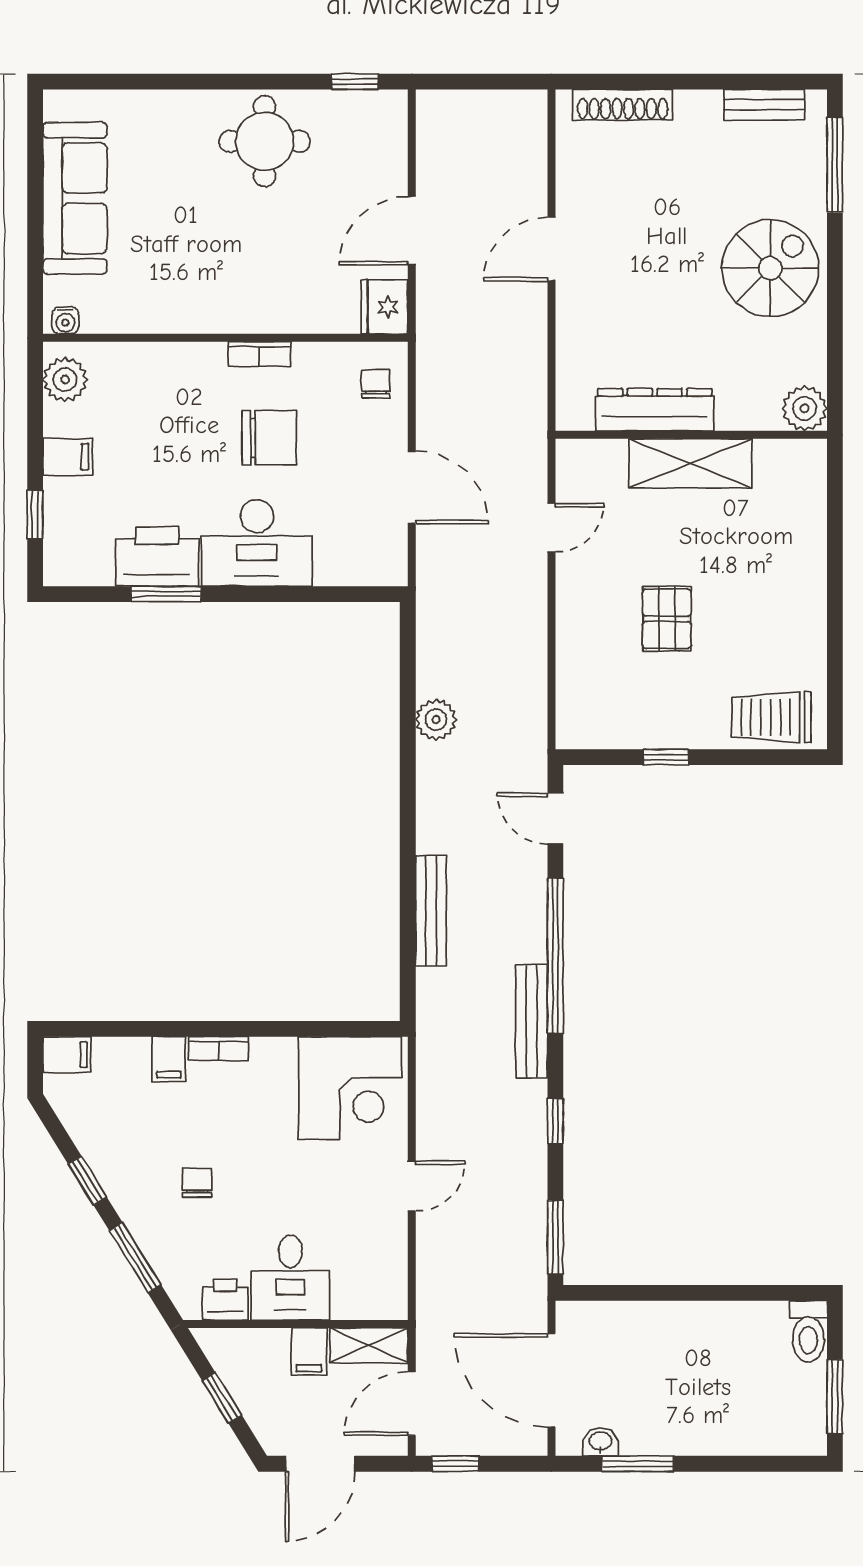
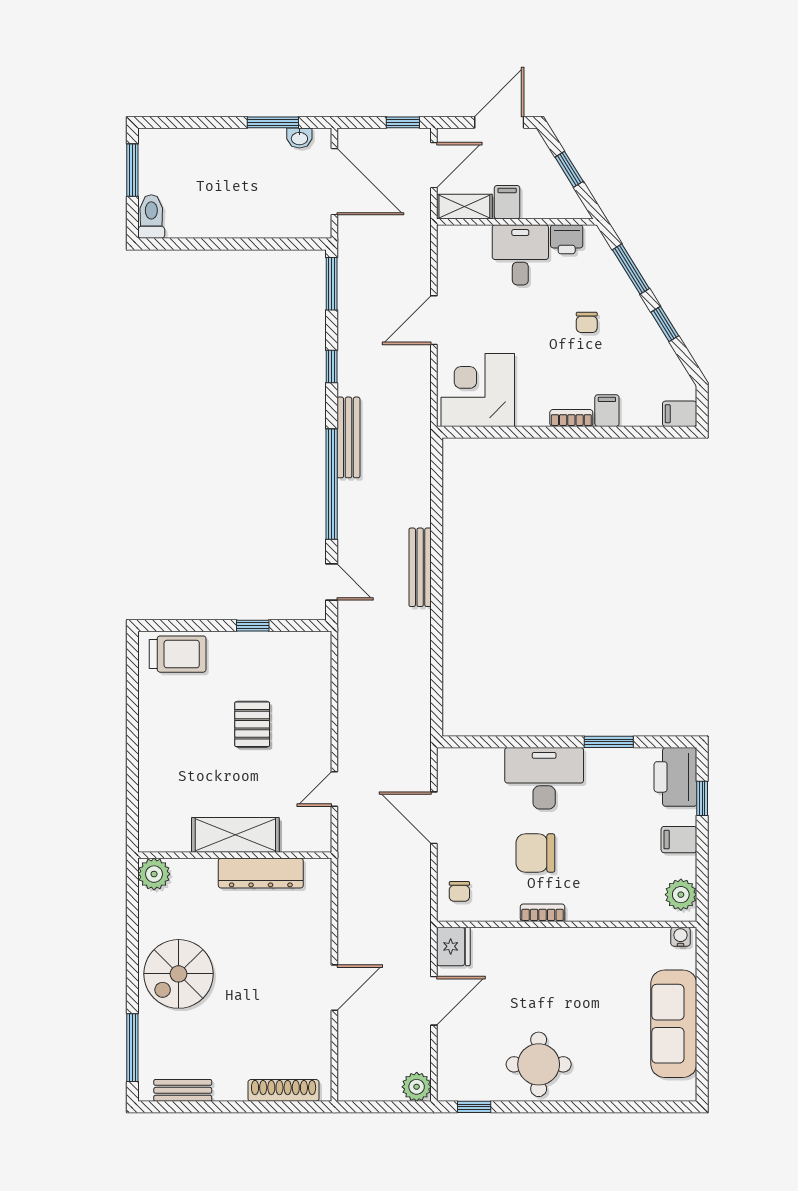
printer: (157, 556) -> (675, 777), moved, turned 90
plant: (436, 720) -> (417, 1087), moved
bench: (431, 911) -> (420, 567), moved
door: (412, 1186) -> (434, 320), width x1.38

